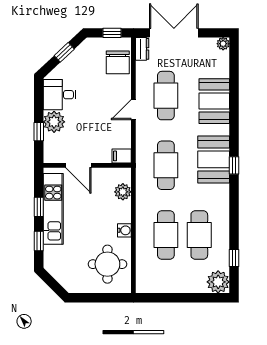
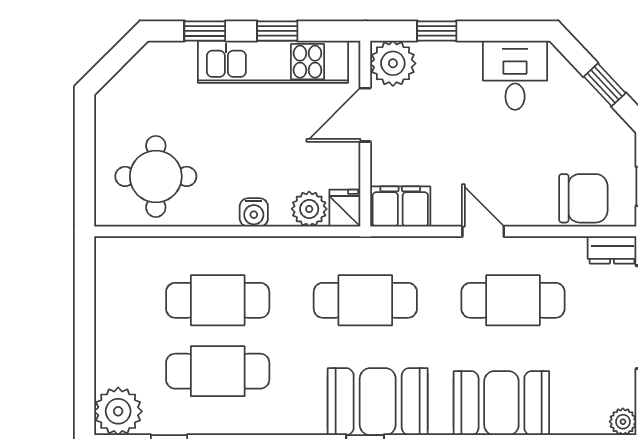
chair: (118, 62) -> (583, 198), turned 180
plant: (54, 122) -> (393, 63), moved
filing cabinet: (122, 156) -> (400, 207), width x2.00
fridge: (122, 175) -> (345, 208), added
water cooler: (124, 230) -> (254, 212), moved

